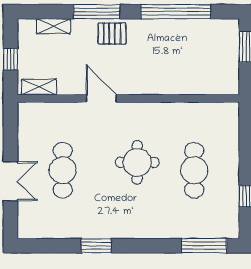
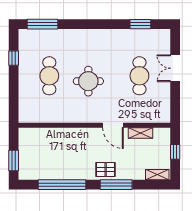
shelving: (53, 26) -> (157, 175), moved
shelving: (39, 87) -> (140, 133), moved
window: (96, 246) -> (140, 24), moved

